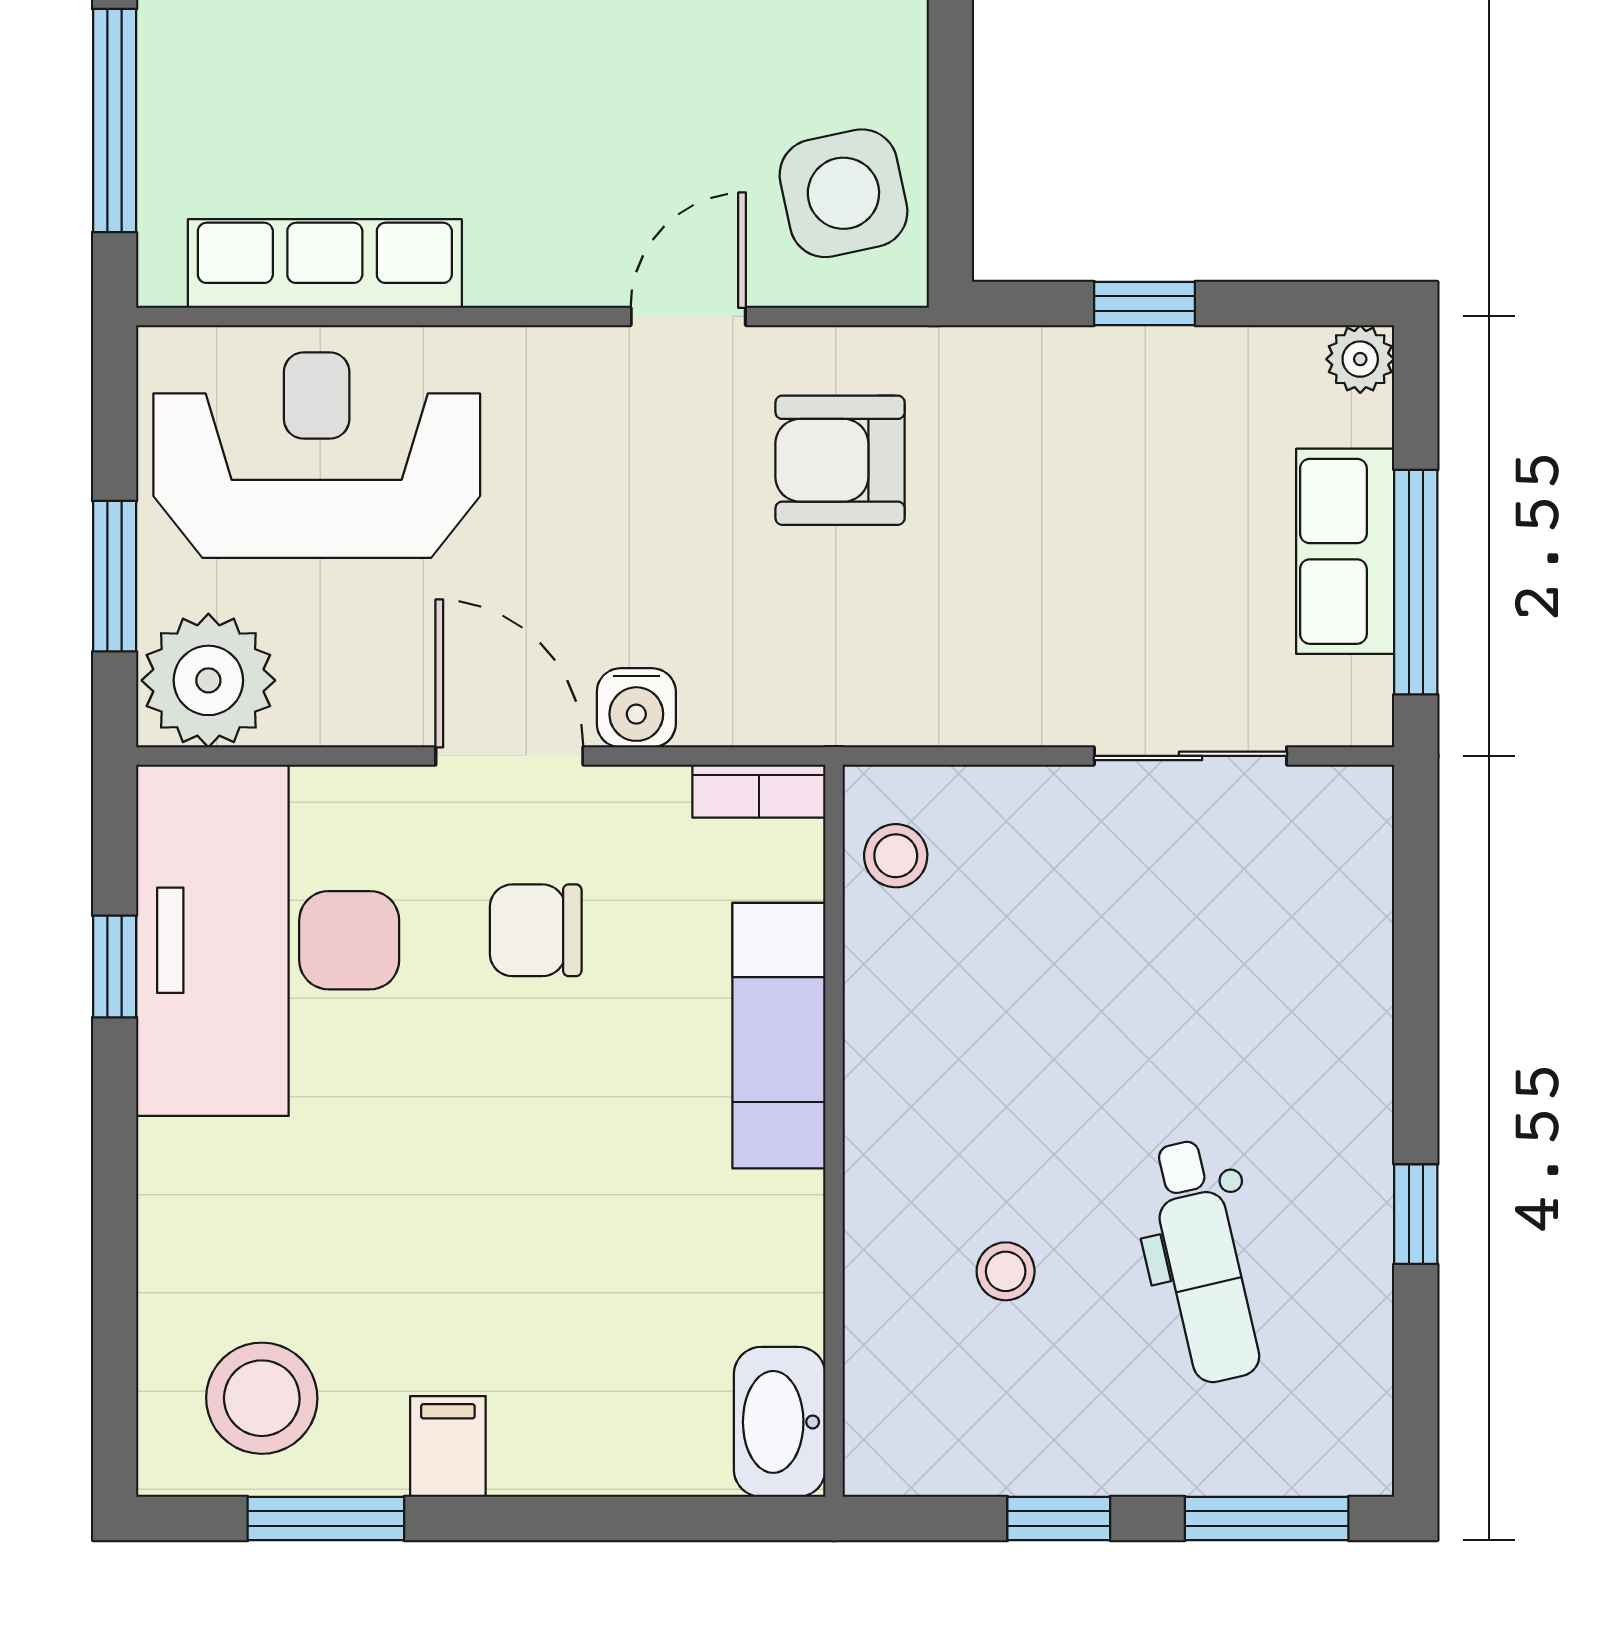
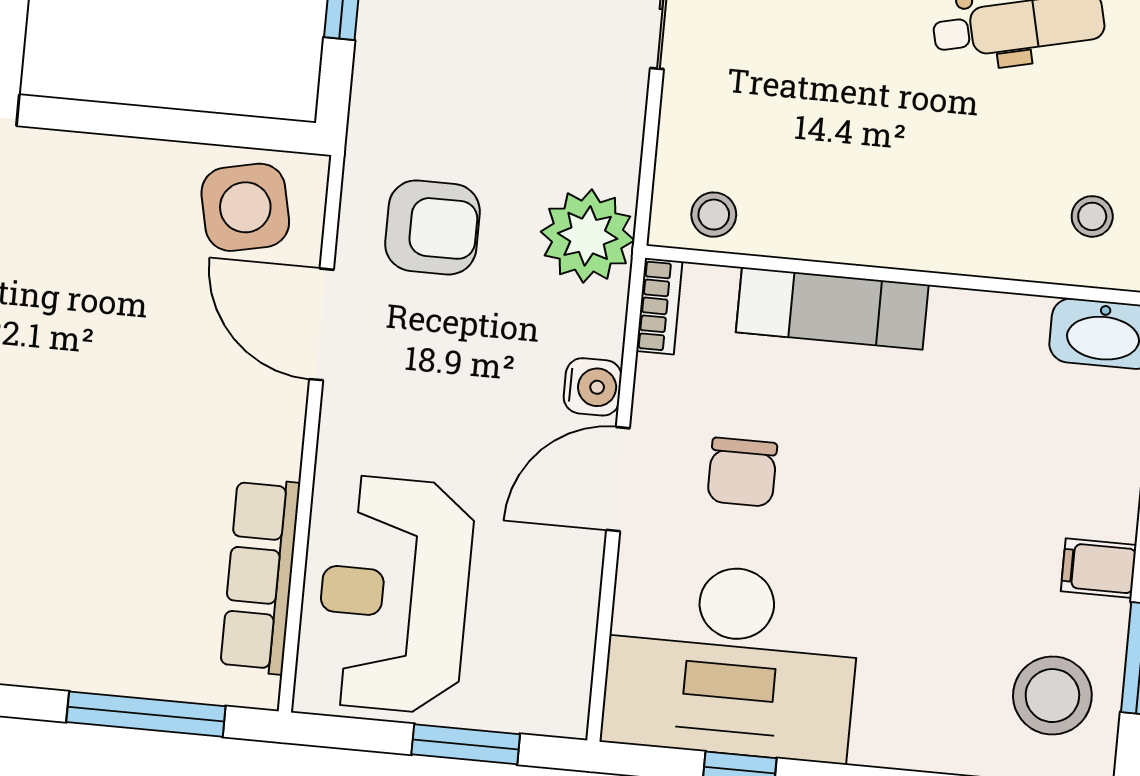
door: (688, 316) -> (321, 324), width x1.38
armchair: (840, 460) -> (432, 227), turned -90
plant: (208, 680) -> (588, 236), moved
stool: (1006, 1271) -> (1092, 216), moved

